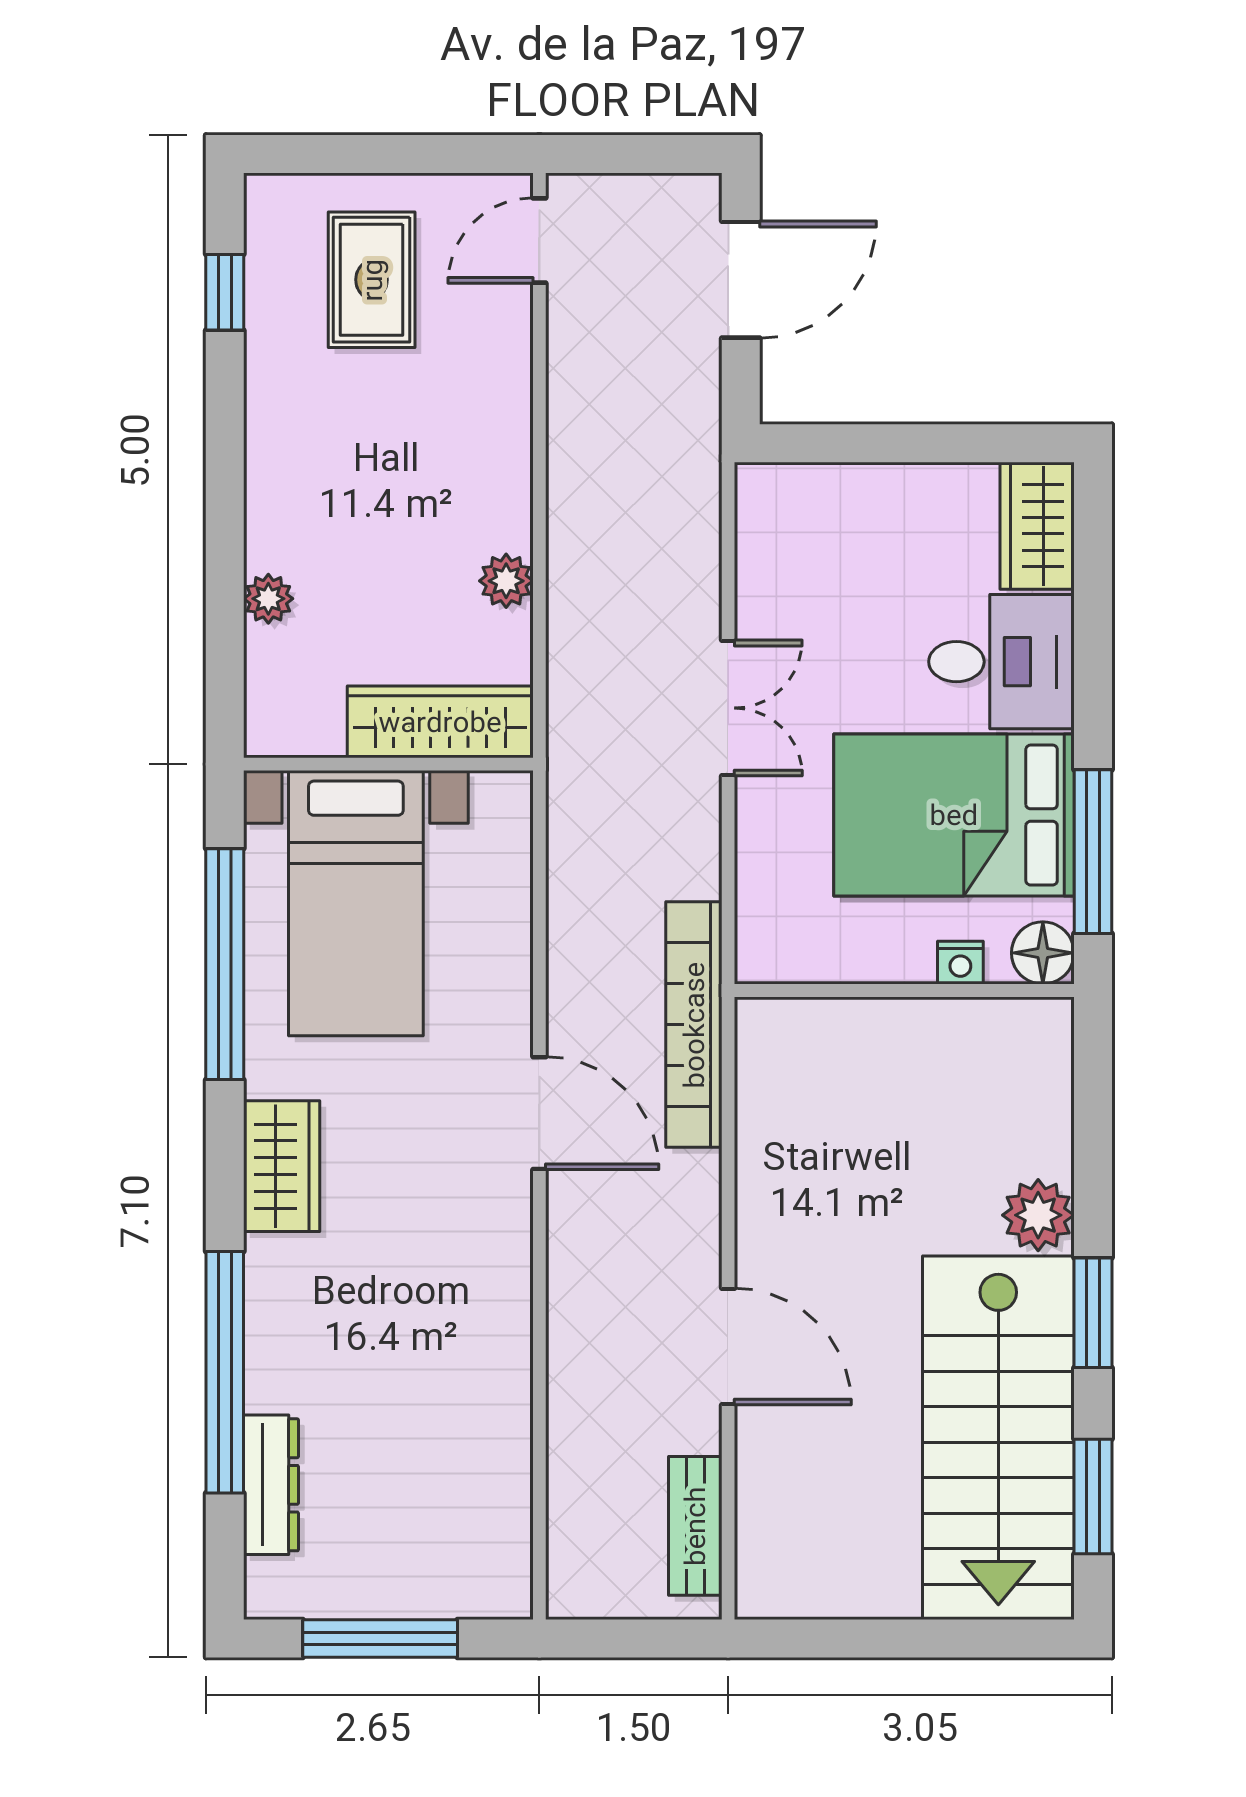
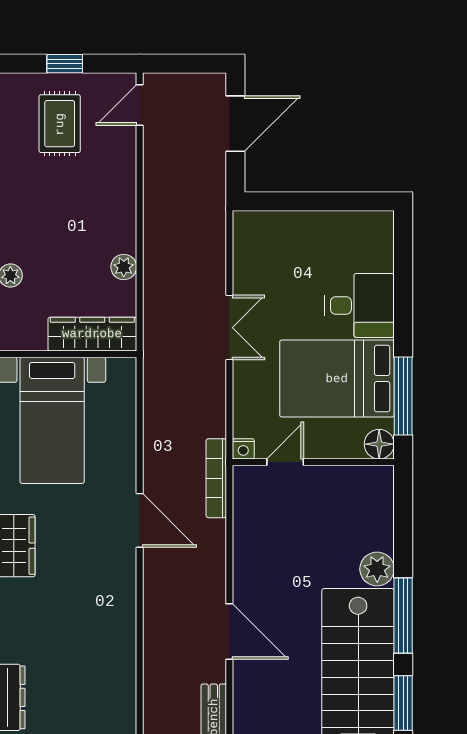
window: (382, 154) -> (65, 64), added
wardrobe: (1037, 526) -> (377, 241), removed
nightstand: (960, 963) -> (243, 449), moved
door: (845, 990) -> (285, 462), added
bookcase: (694, 1025) -> (216, 478), width x0.68, depth x0.76
window: (1093, 1313) -> (403, 615), width x1.44

